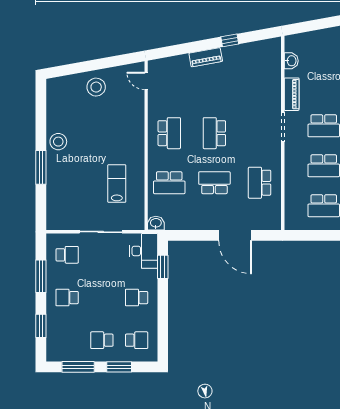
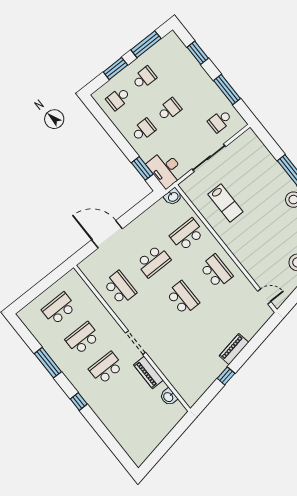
school desk: (169, 133) -> (216, 271), turned 180
school desk: (67, 298) -> (169, 110), moved

